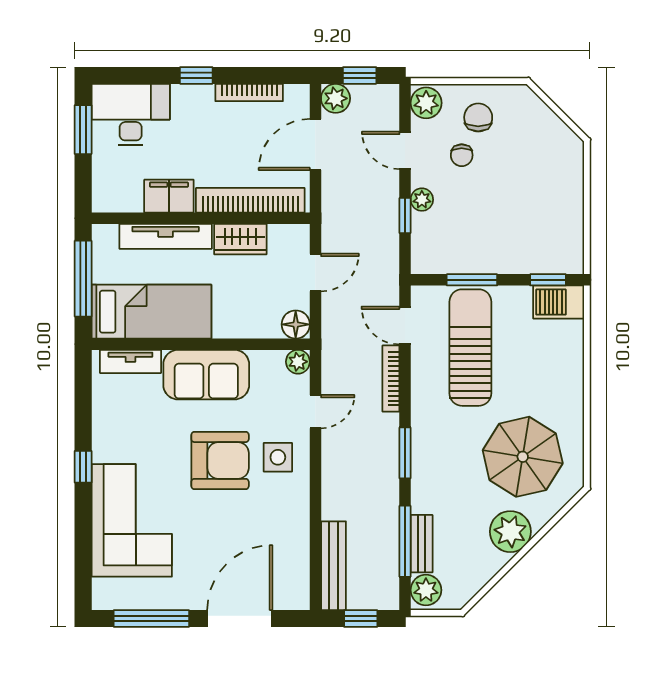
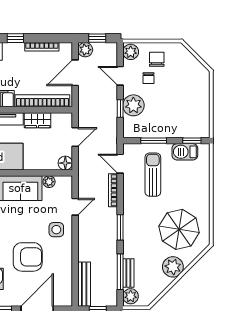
plant: (422, 200) -> (133, 105), width x1.87, depth x1.87
barbecue: (559, 302) -> (185, 152), moved
sun lounger: (470, 348) -> (153, 175), width x0.73, depth x0.75
plant: (298, 362) -> (49, 182), moved
armchair: (220, 460) -> (28, 257), moved

